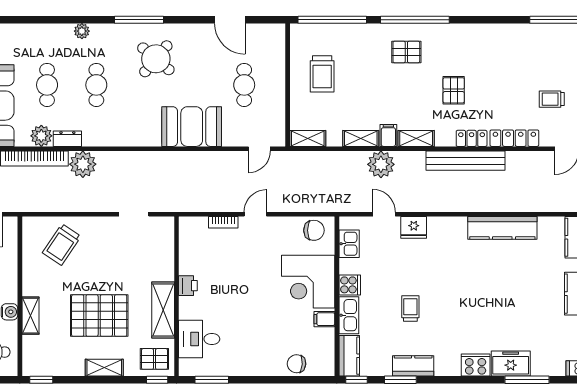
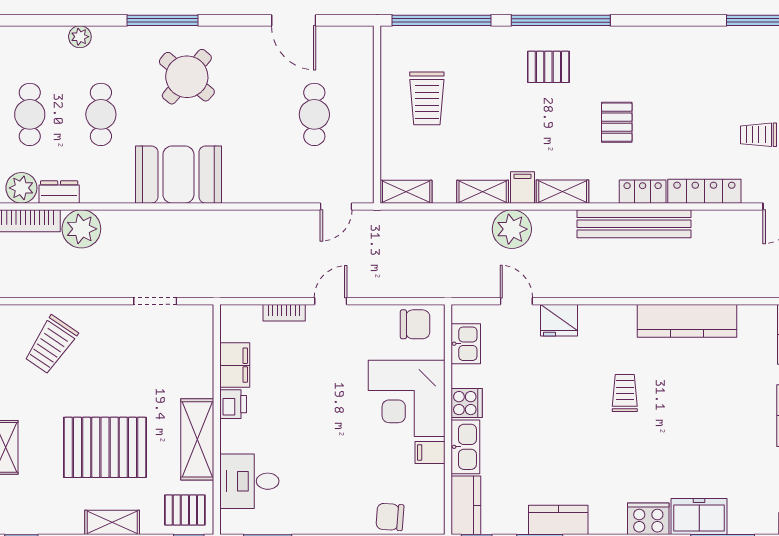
booth: (192, 127) -> (178, 175), moved
filing cabinet: (189, 259) -> (235, 365), added
trolley: (410, 309) -> (625, 393), moved

